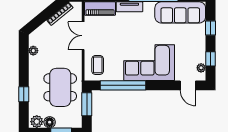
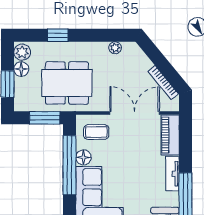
double door: (83, 36) -> (135, 113), width x1.37
floor lamp: (117, 75) -> (83, 157), added

